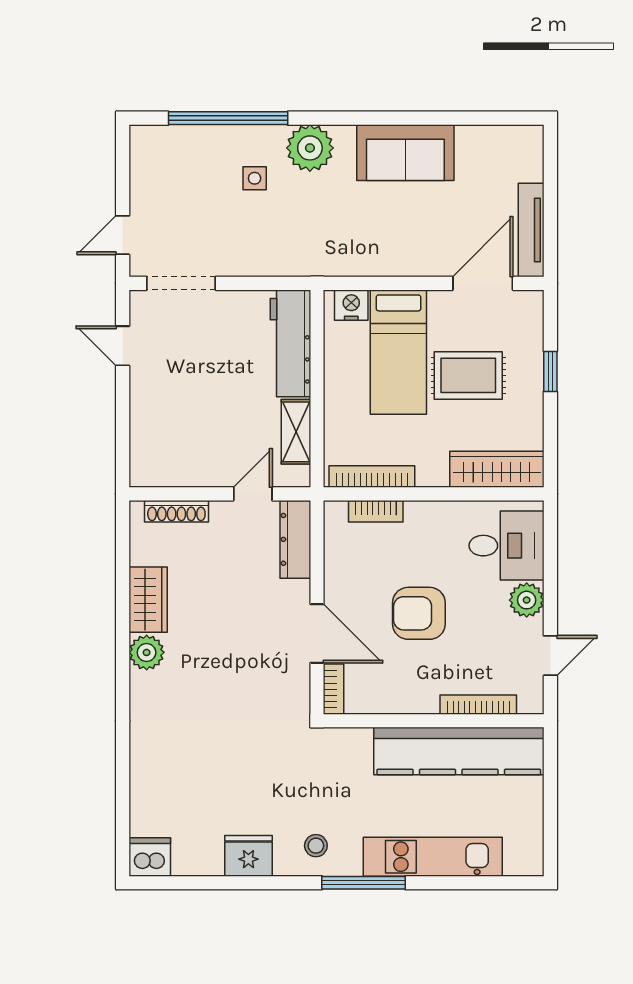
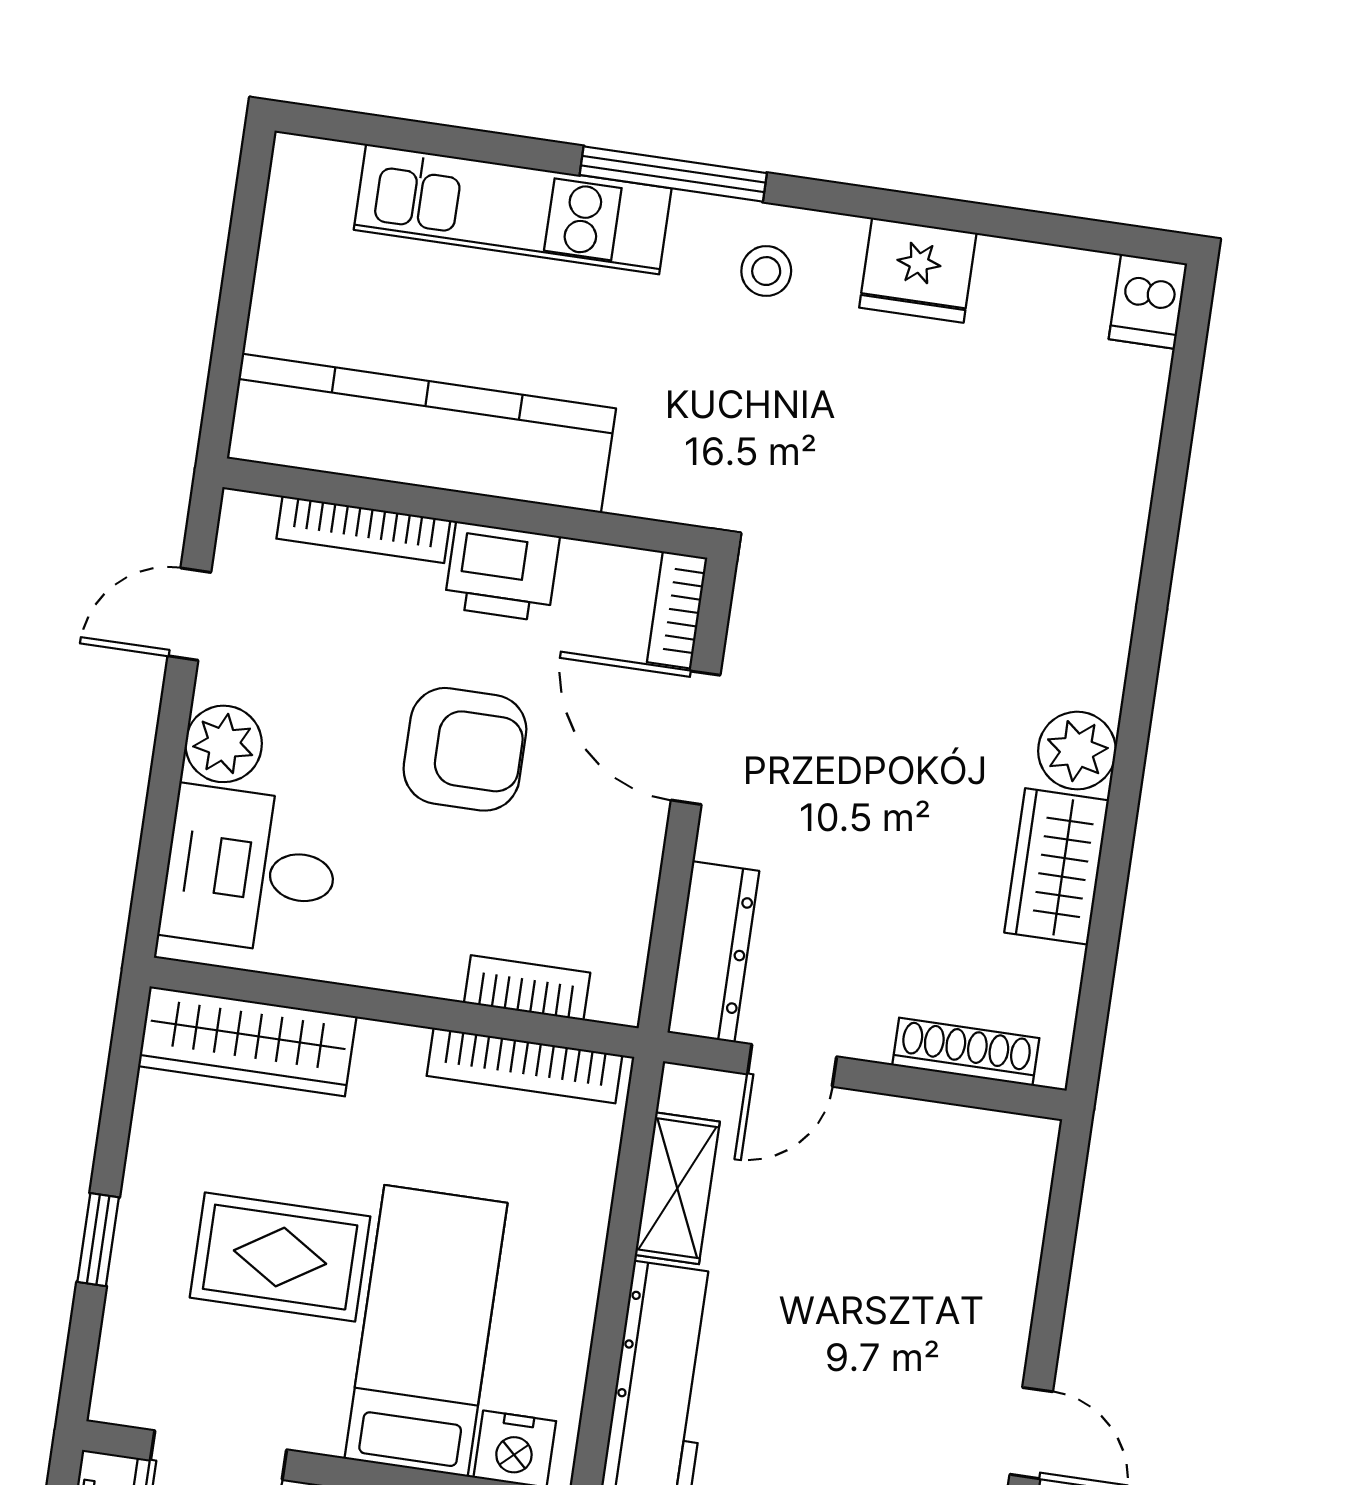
printer: (414, 695) -> (502, 572), added
dishwasher: (150, 857) -> (1148, 301), width x0.73

